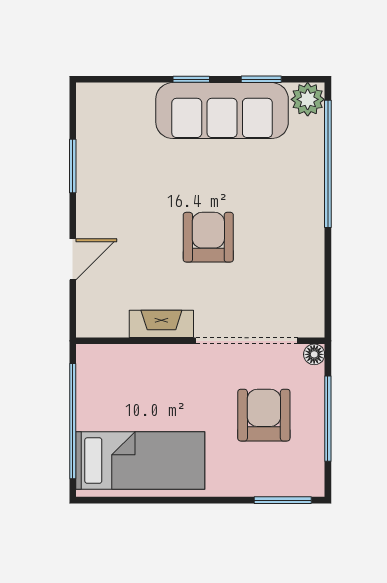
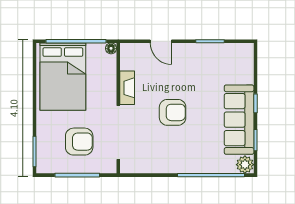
floor lamp: (314, 354) -> (111, 48), moved
bed: (140, 461) -> (63, 77), width x1.50

